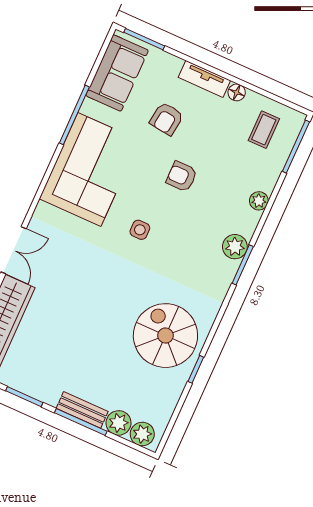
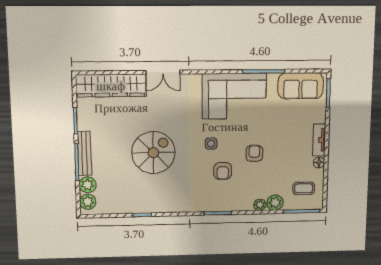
armchair: (167, 119) -> (223, 171), moved, turned -97
plant: (235, 247) -> (275, 203), moved
spiral stairs: (165, 336) -> (153, 153), moved
bench: (82, 410) -> (84, 154), width x1.36

